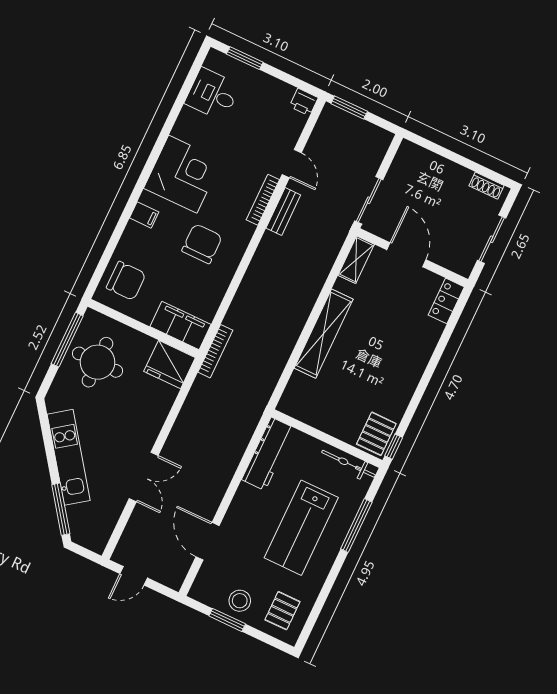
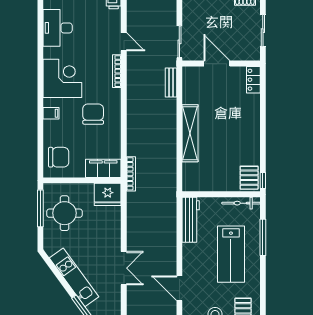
desk: (212, 94) -> (58, 28), width x1.37
bench: (283, 212) -> (171, 82), moved
shelving: (356, 260) -> (189, 81), removed

